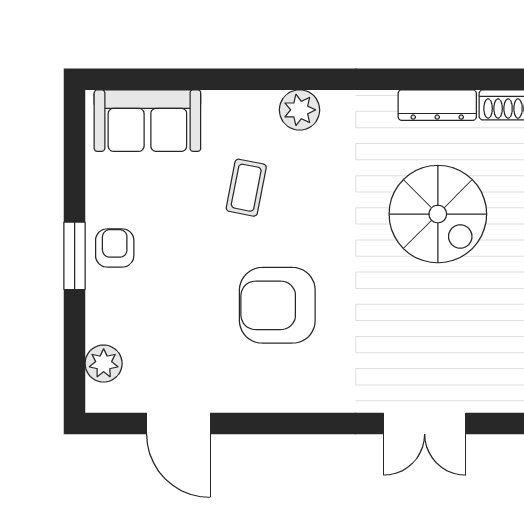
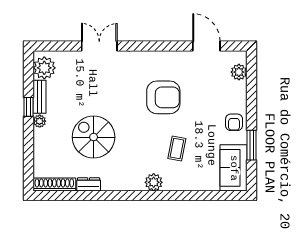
dresser: (437, 105) -> (89, 184), width x0.70
sofa: (147, 121) -> (234, 168), moved, turned -90
window: (75, 256) -> (251, 145), moved

